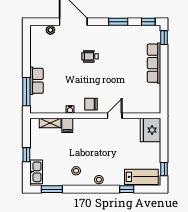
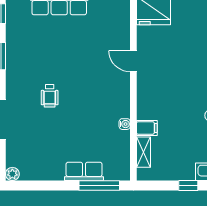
plant: (50, 30) -> (12, 174), moved
chair: (91, 104) -> (117, 94), removed

